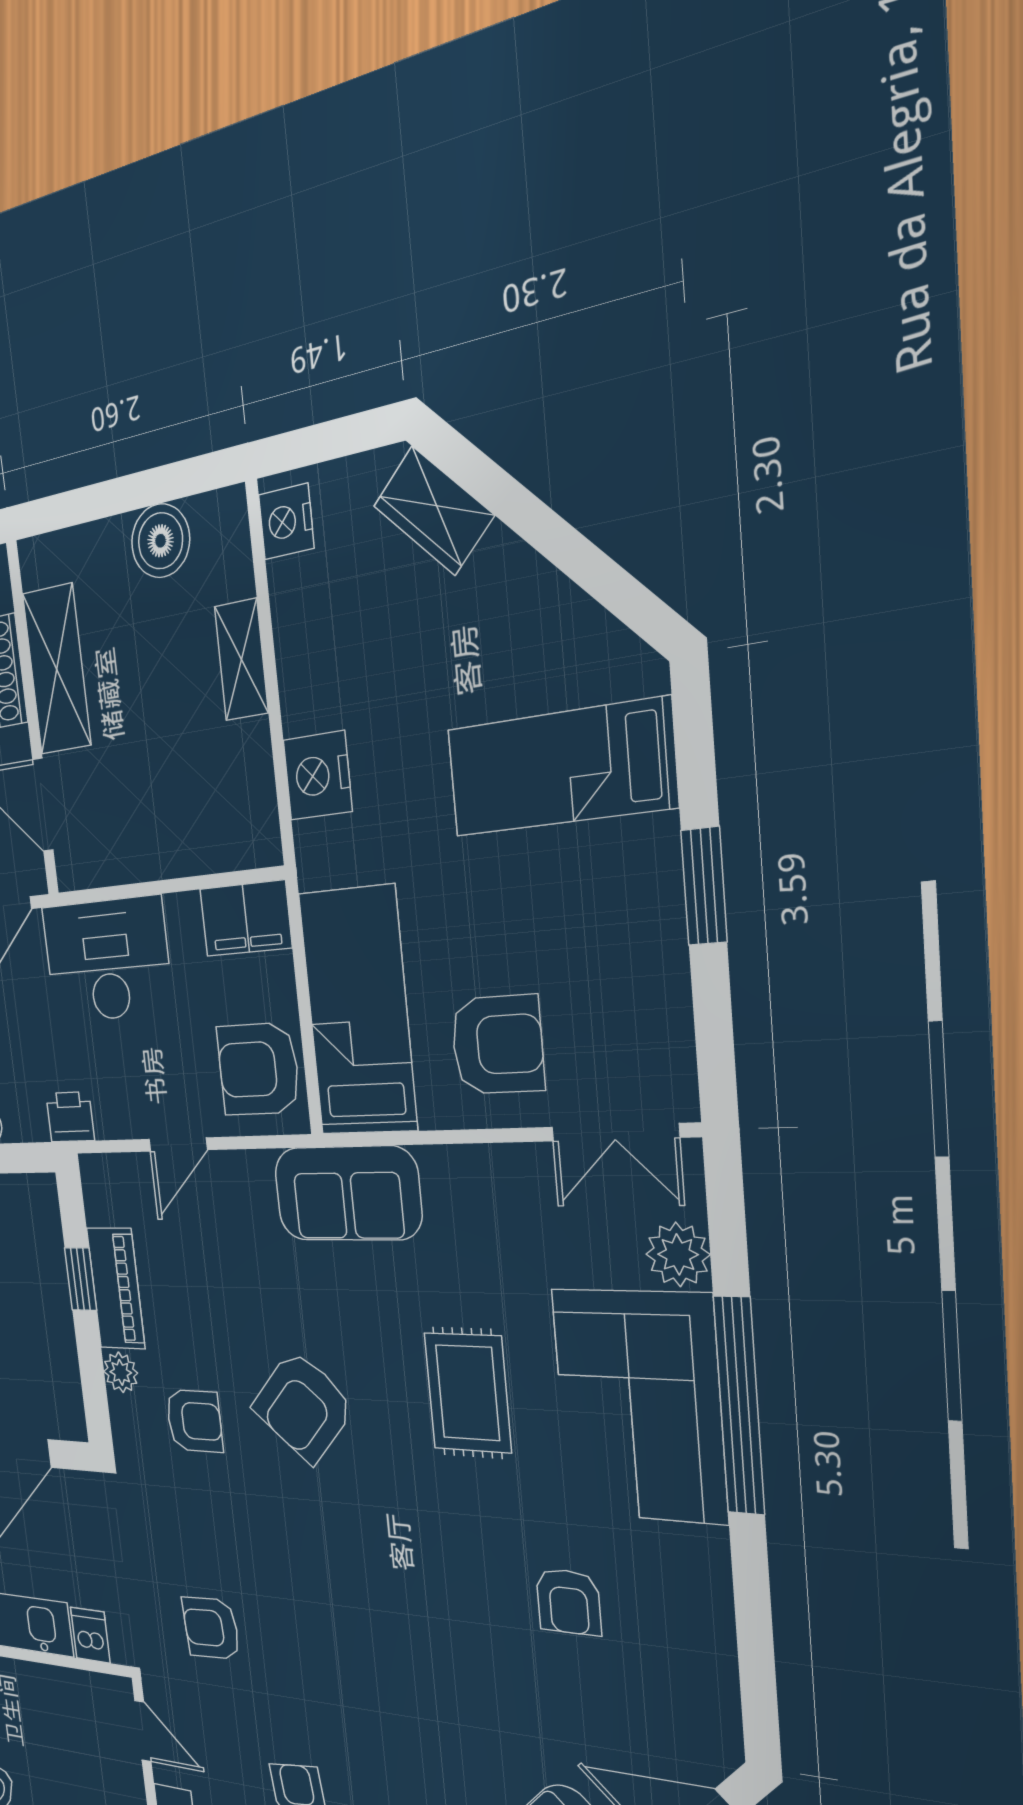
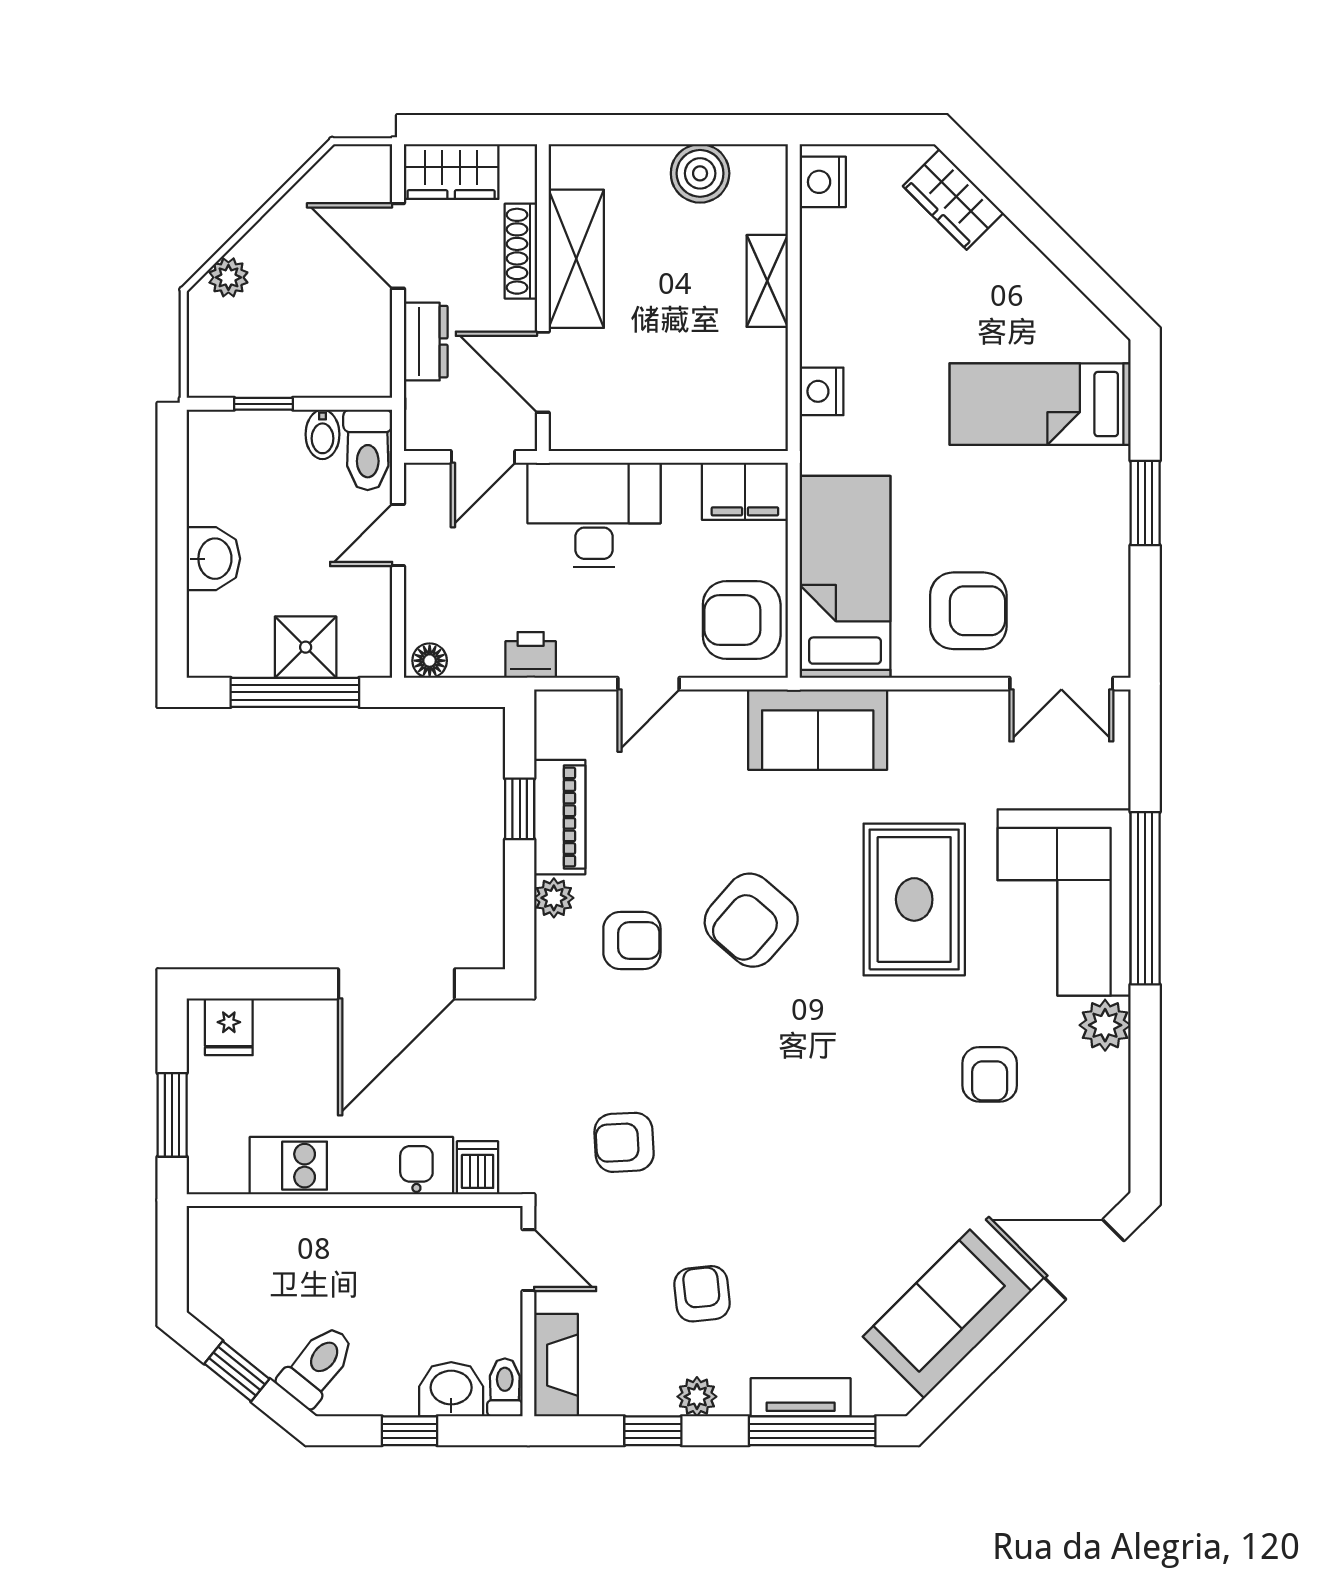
nightstand: (318, 776) -> (821, 391), width x0.74, depth x0.75
plant: (678, 1254) -> (1105, 1025), moved
rug: (468, 1393) -> (914, 899), width x1.36, depth x1.43

